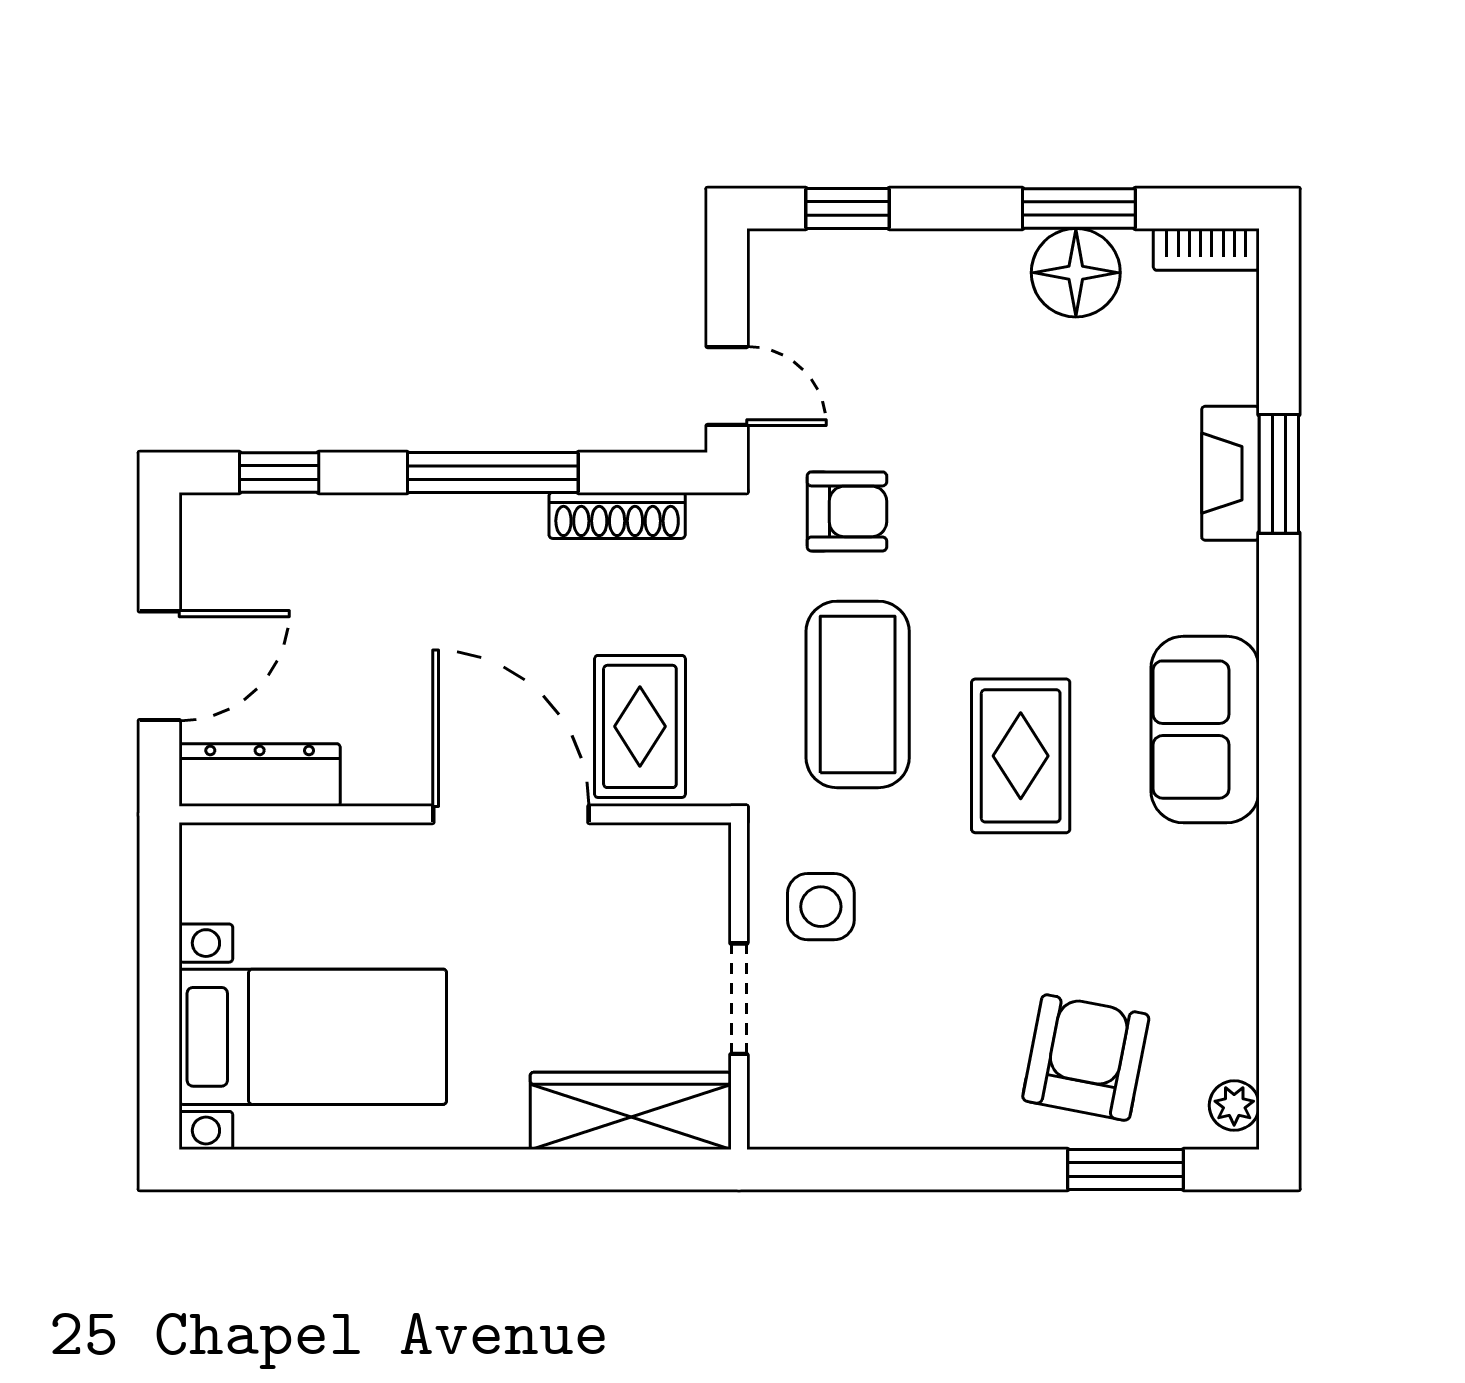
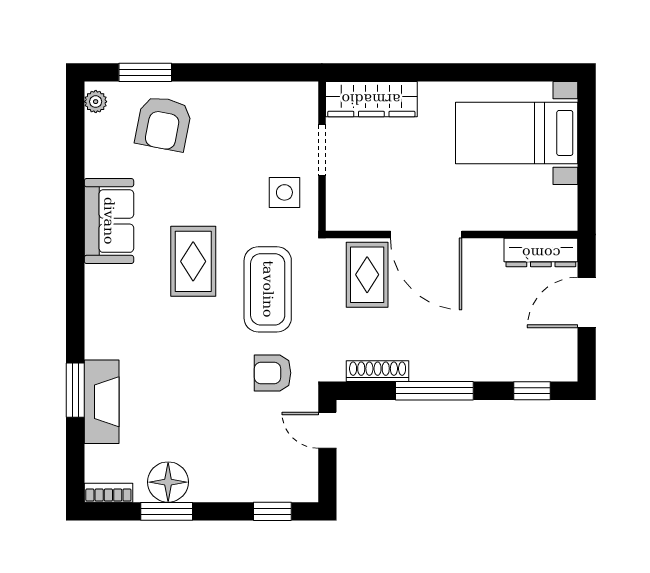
fireplace: (1230, 473) -> (102, 402), width x1.37, depth x1.32
sofa: (1205, 730) -> (109, 221), moved

